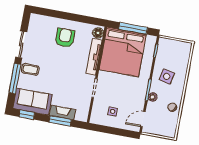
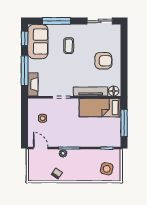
sliding door: (21, 44) -> (100, 21), moved
bed: (123, 52) -> (100, 108), width x0.49
coffee table: (30, 69) -> (69, 46), moved
side table: (167, 76) -> (107, 169), moved
fireplace: (62, 112) -> (33, 84), moved
window: (60, 121) -> (25, 71), width x1.44

